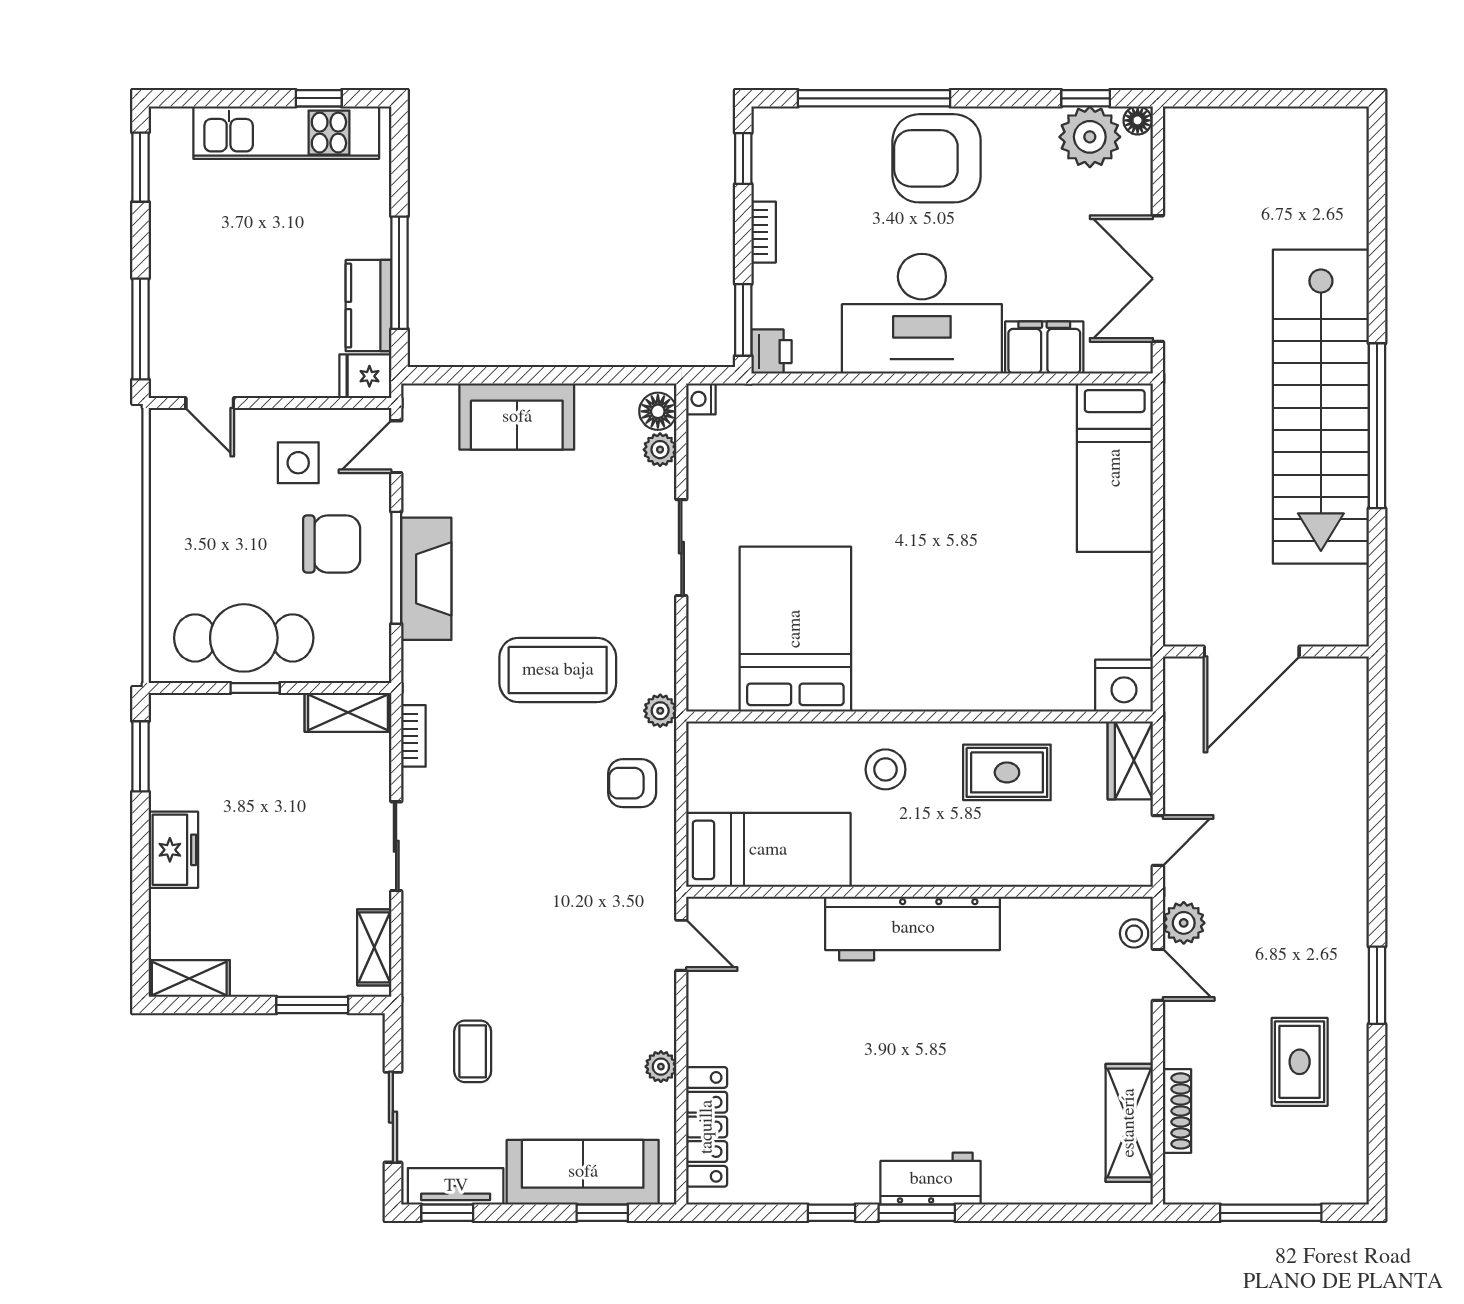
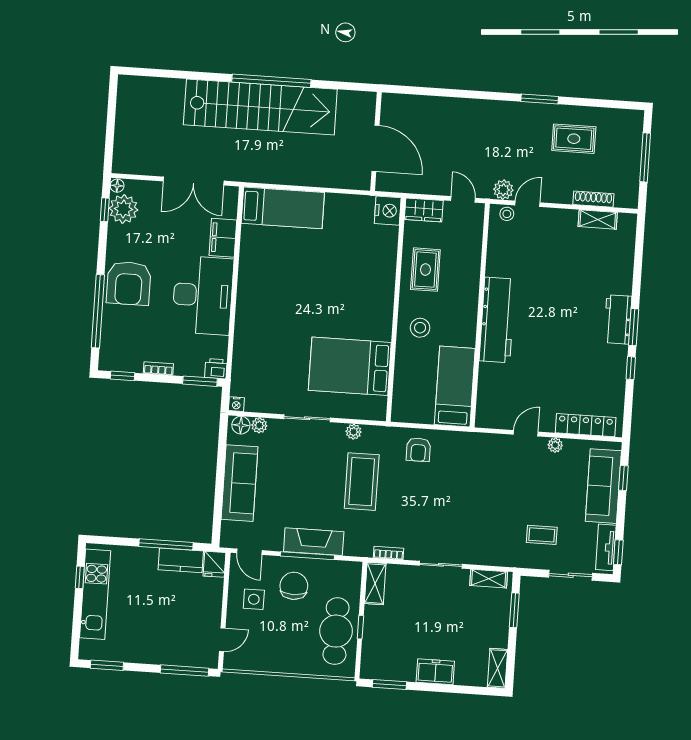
sofa: (517, 417) -> (239, 483), width x1.36
plant: (660, 711) -> (354, 432), moved
door: (681, 945) -> (526, 433), moved
shelving: (1129, 1123) -> (598, 219), width x0.67, depth x0.75

